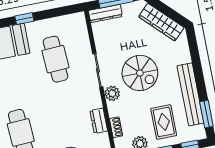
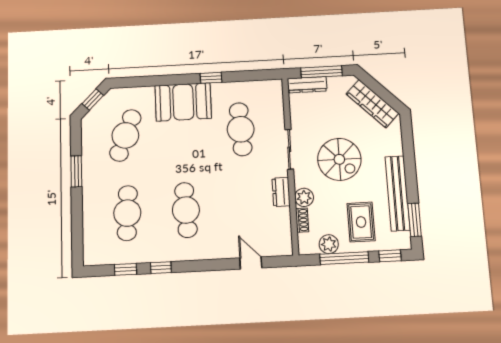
plant: (112, 93) -> (304, 197), moved
dresser: (99, 121) -> (281, 192), moved

